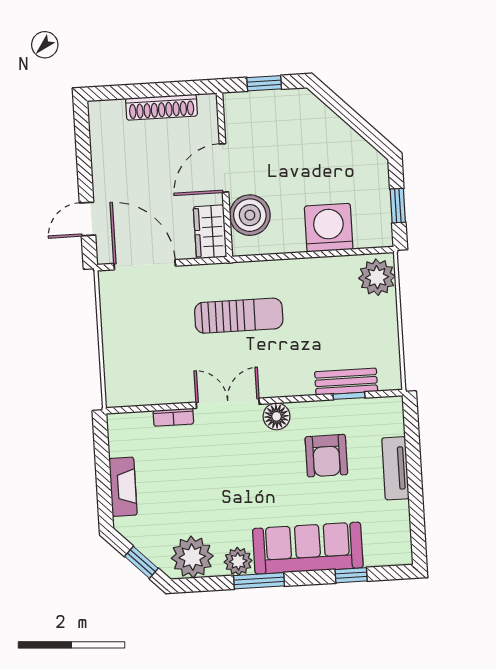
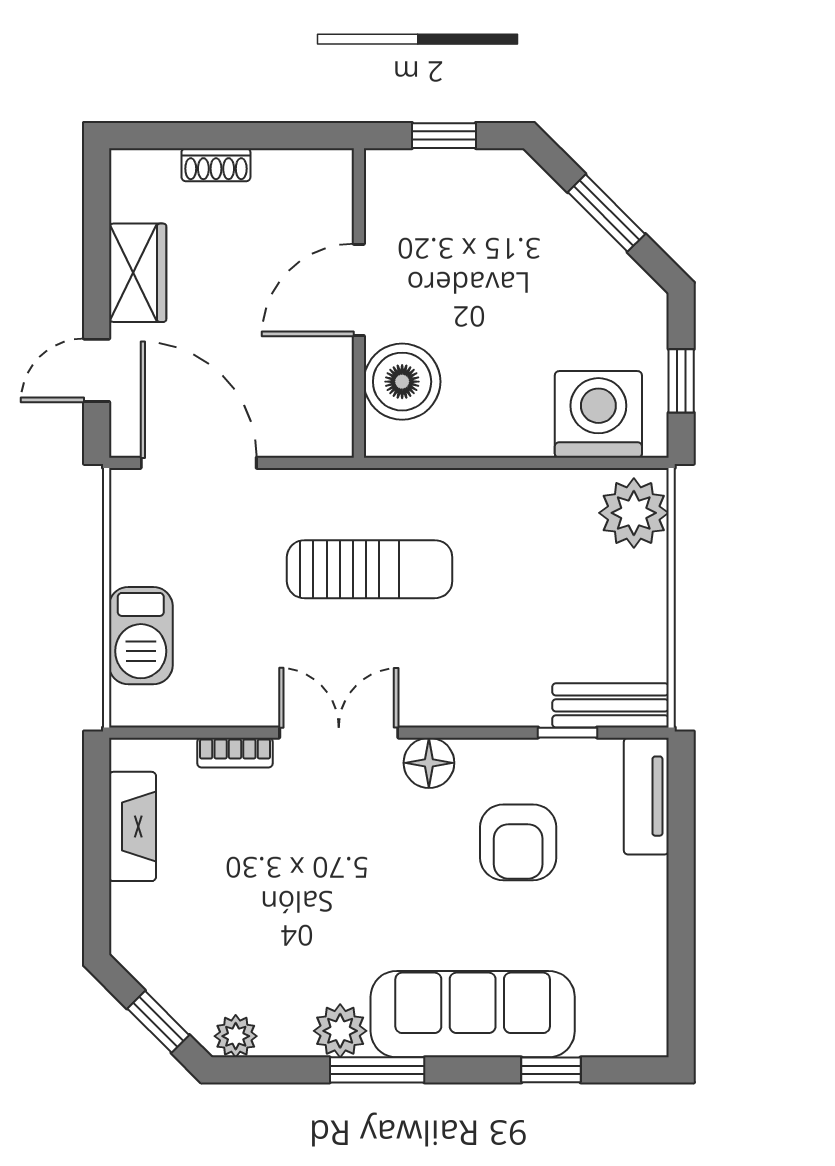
shoe rack: (161, 107) -> (216, 165), width x0.51, depth x0.81
window: (353, 119) -> (607, 213), added
washing machine: (329, 228) -> (598, 414), moved
wardrobe: (210, 232) -> (138, 273), moved, turned 180
barbecue: (120, 358) -> (141, 636), added
bench: (346, 382) -> (611, 705), moved
tv unit: (395, 468) -> (646, 796), moved
fireplace: (123, 487) -> (132, 826), moved
plant: (192, 557) -> (236, 1036), width x0.53, depth x0.53

